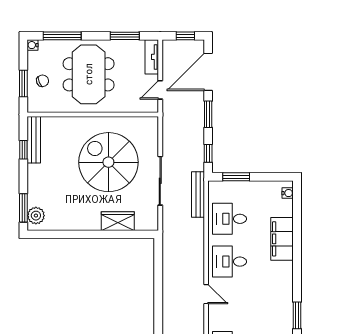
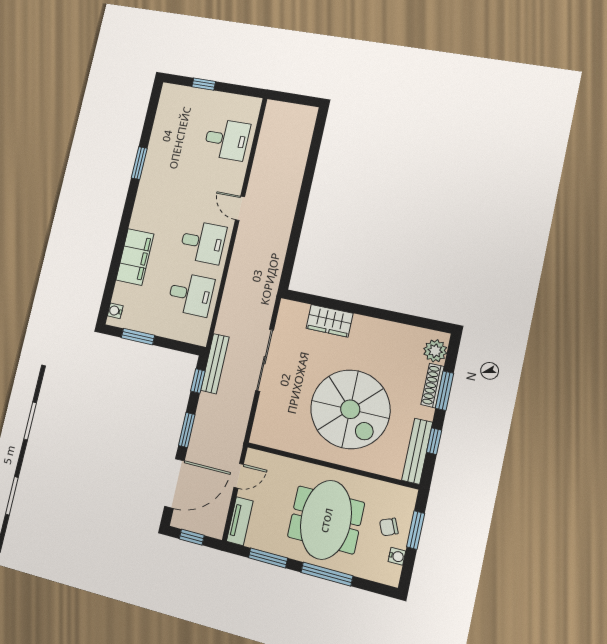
window: (62, 36) -> (327, 574), moved
water cooler: (33, 45) -> (397, 556), moved
spiral stairs: (108, 162) -> (350, 409), moved
window: (236, 177) -> (138, 337), moved
shoe rack: (33, 190) -> (433, 386), added
bench: (198, 195) -> (215, 364), moved
window: (23, 208) -> (445, 391), moved

